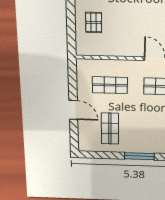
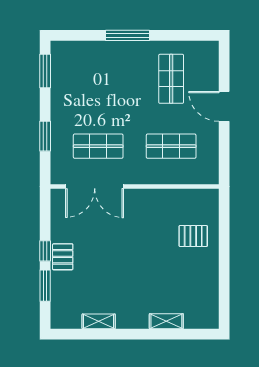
pallet: (94, 22) -> (193, 236), turned 90

